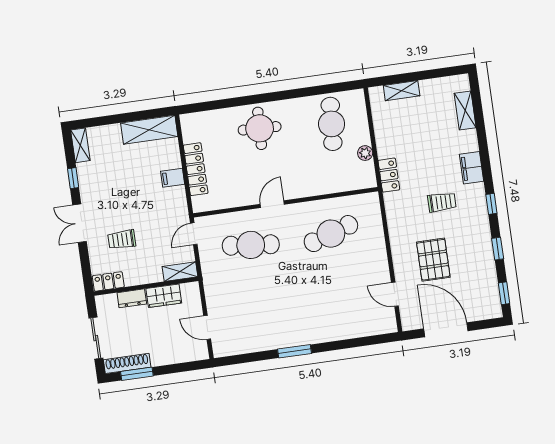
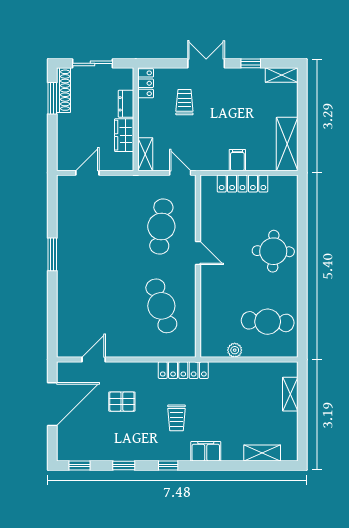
locker: (389, 175) -> (183, 370), moved, width x1.53
pallet: (433, 260) -> (122, 402), width x0.67, depth x0.71

